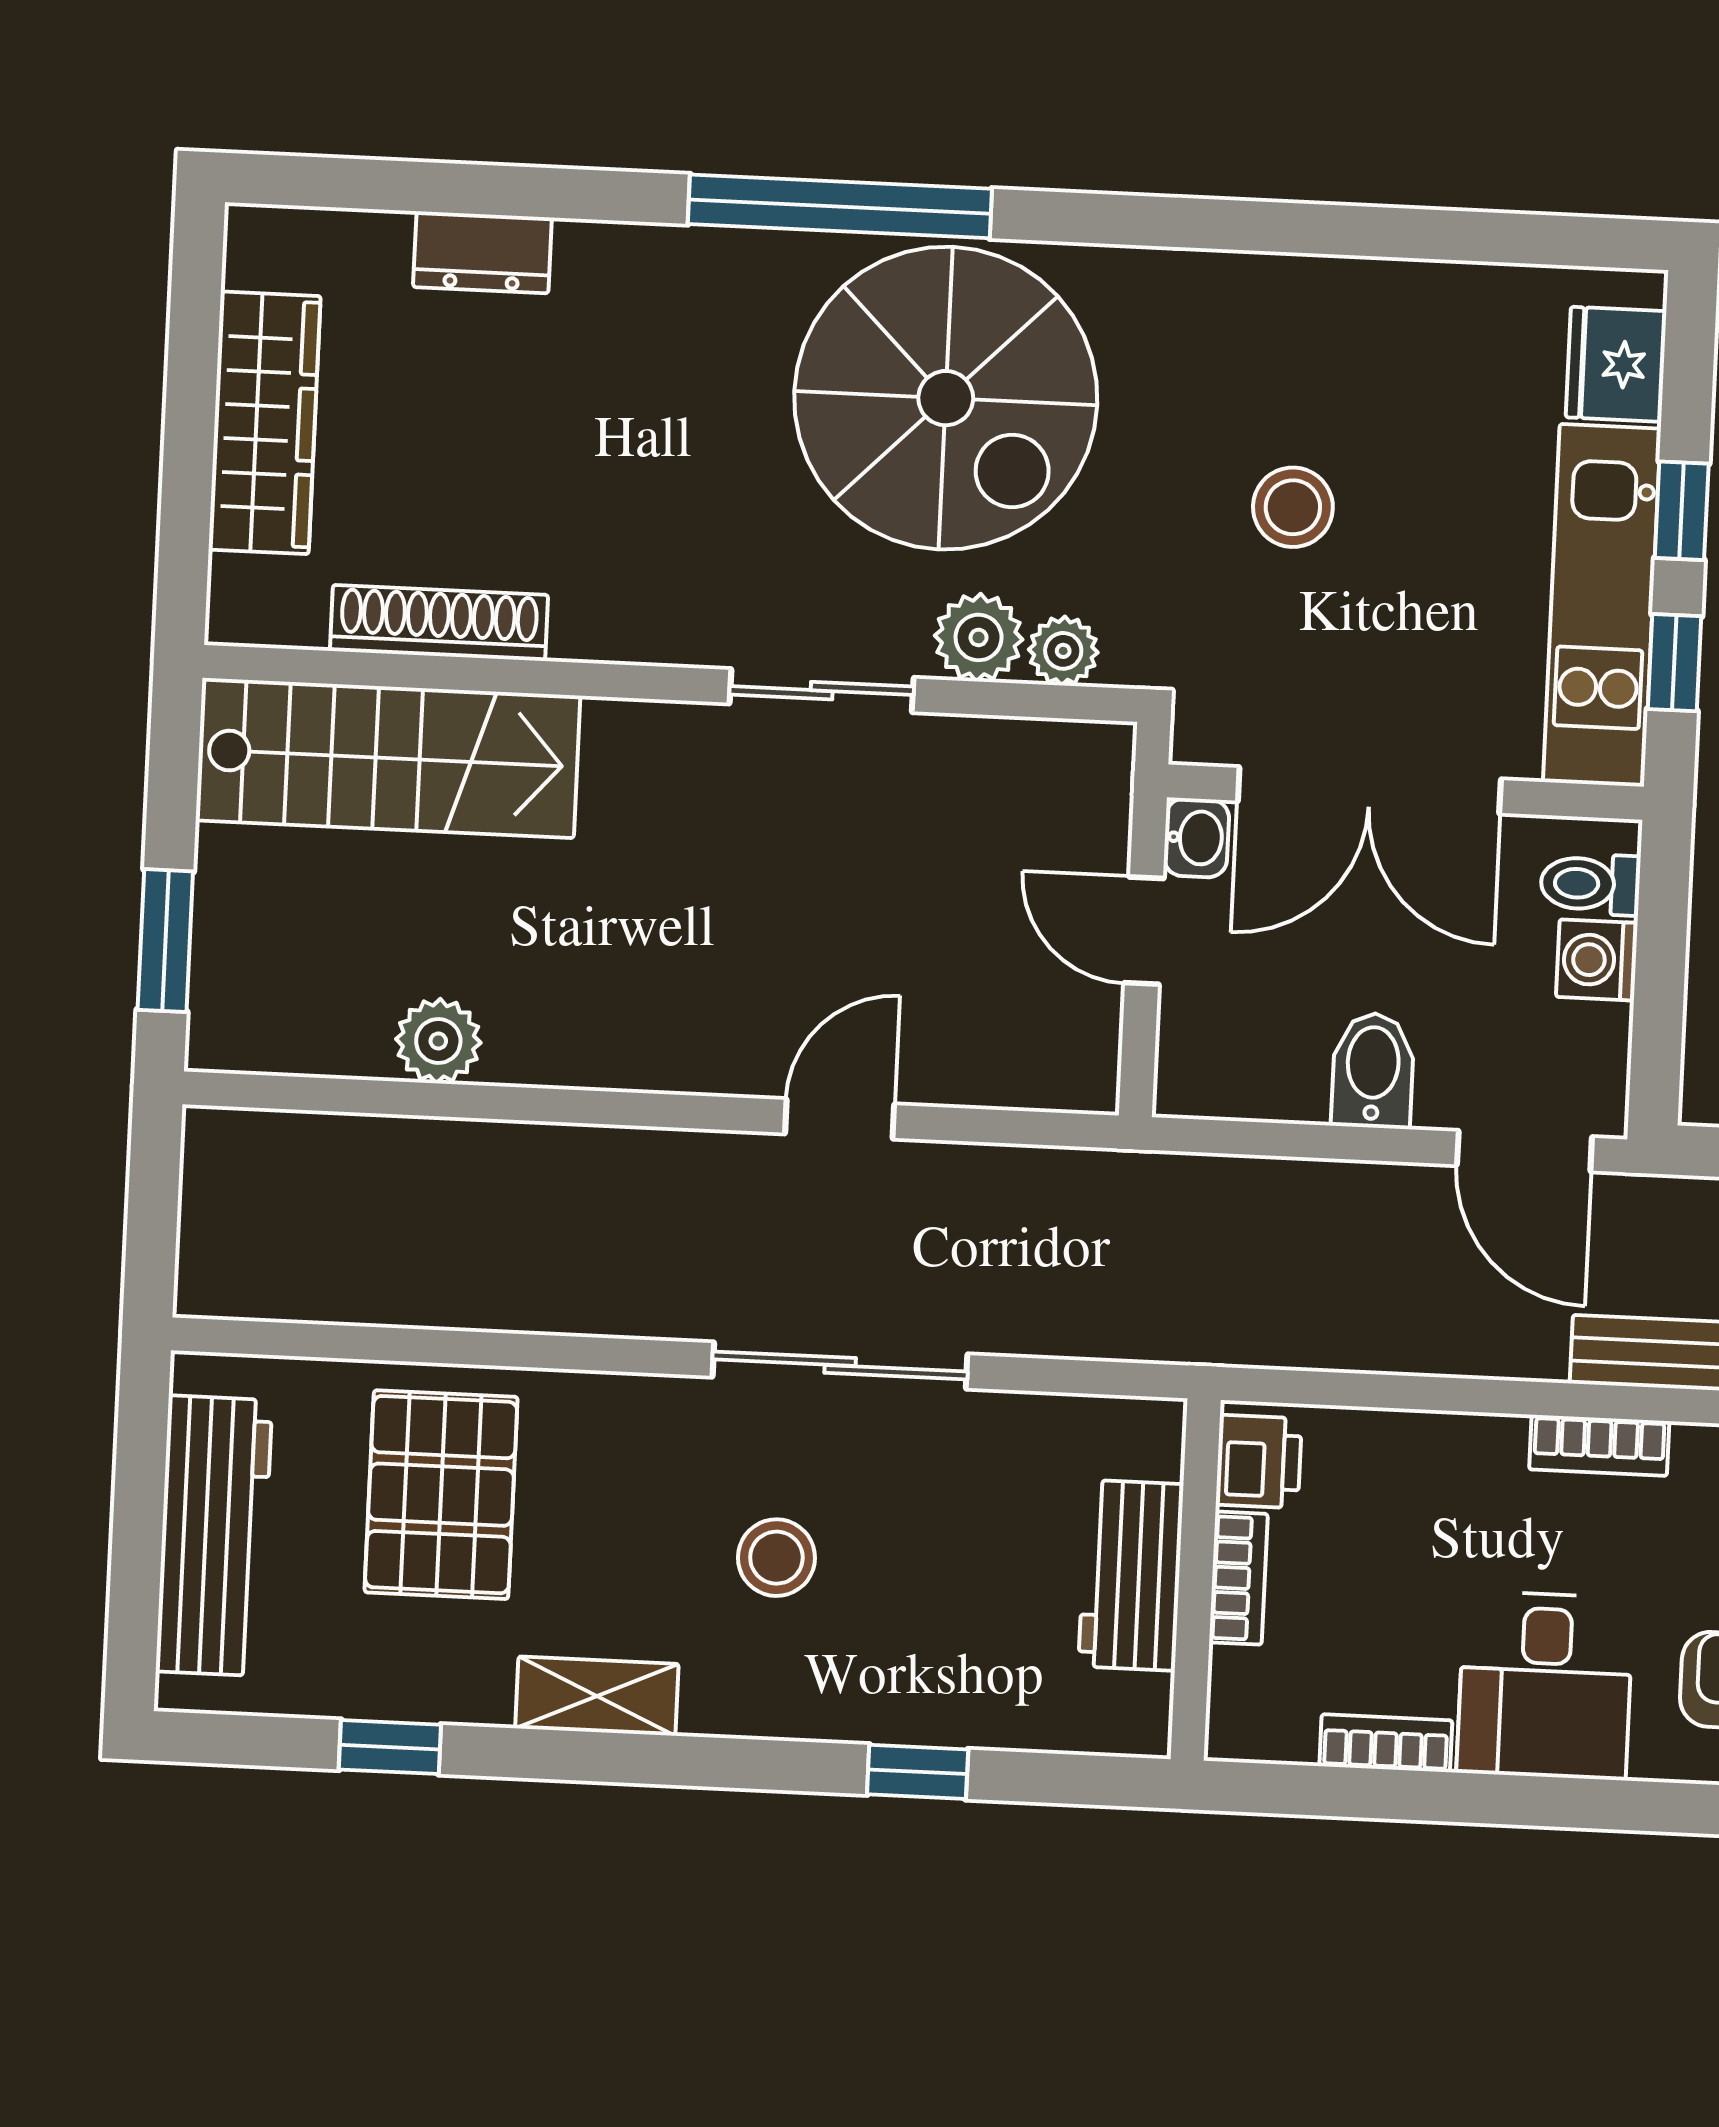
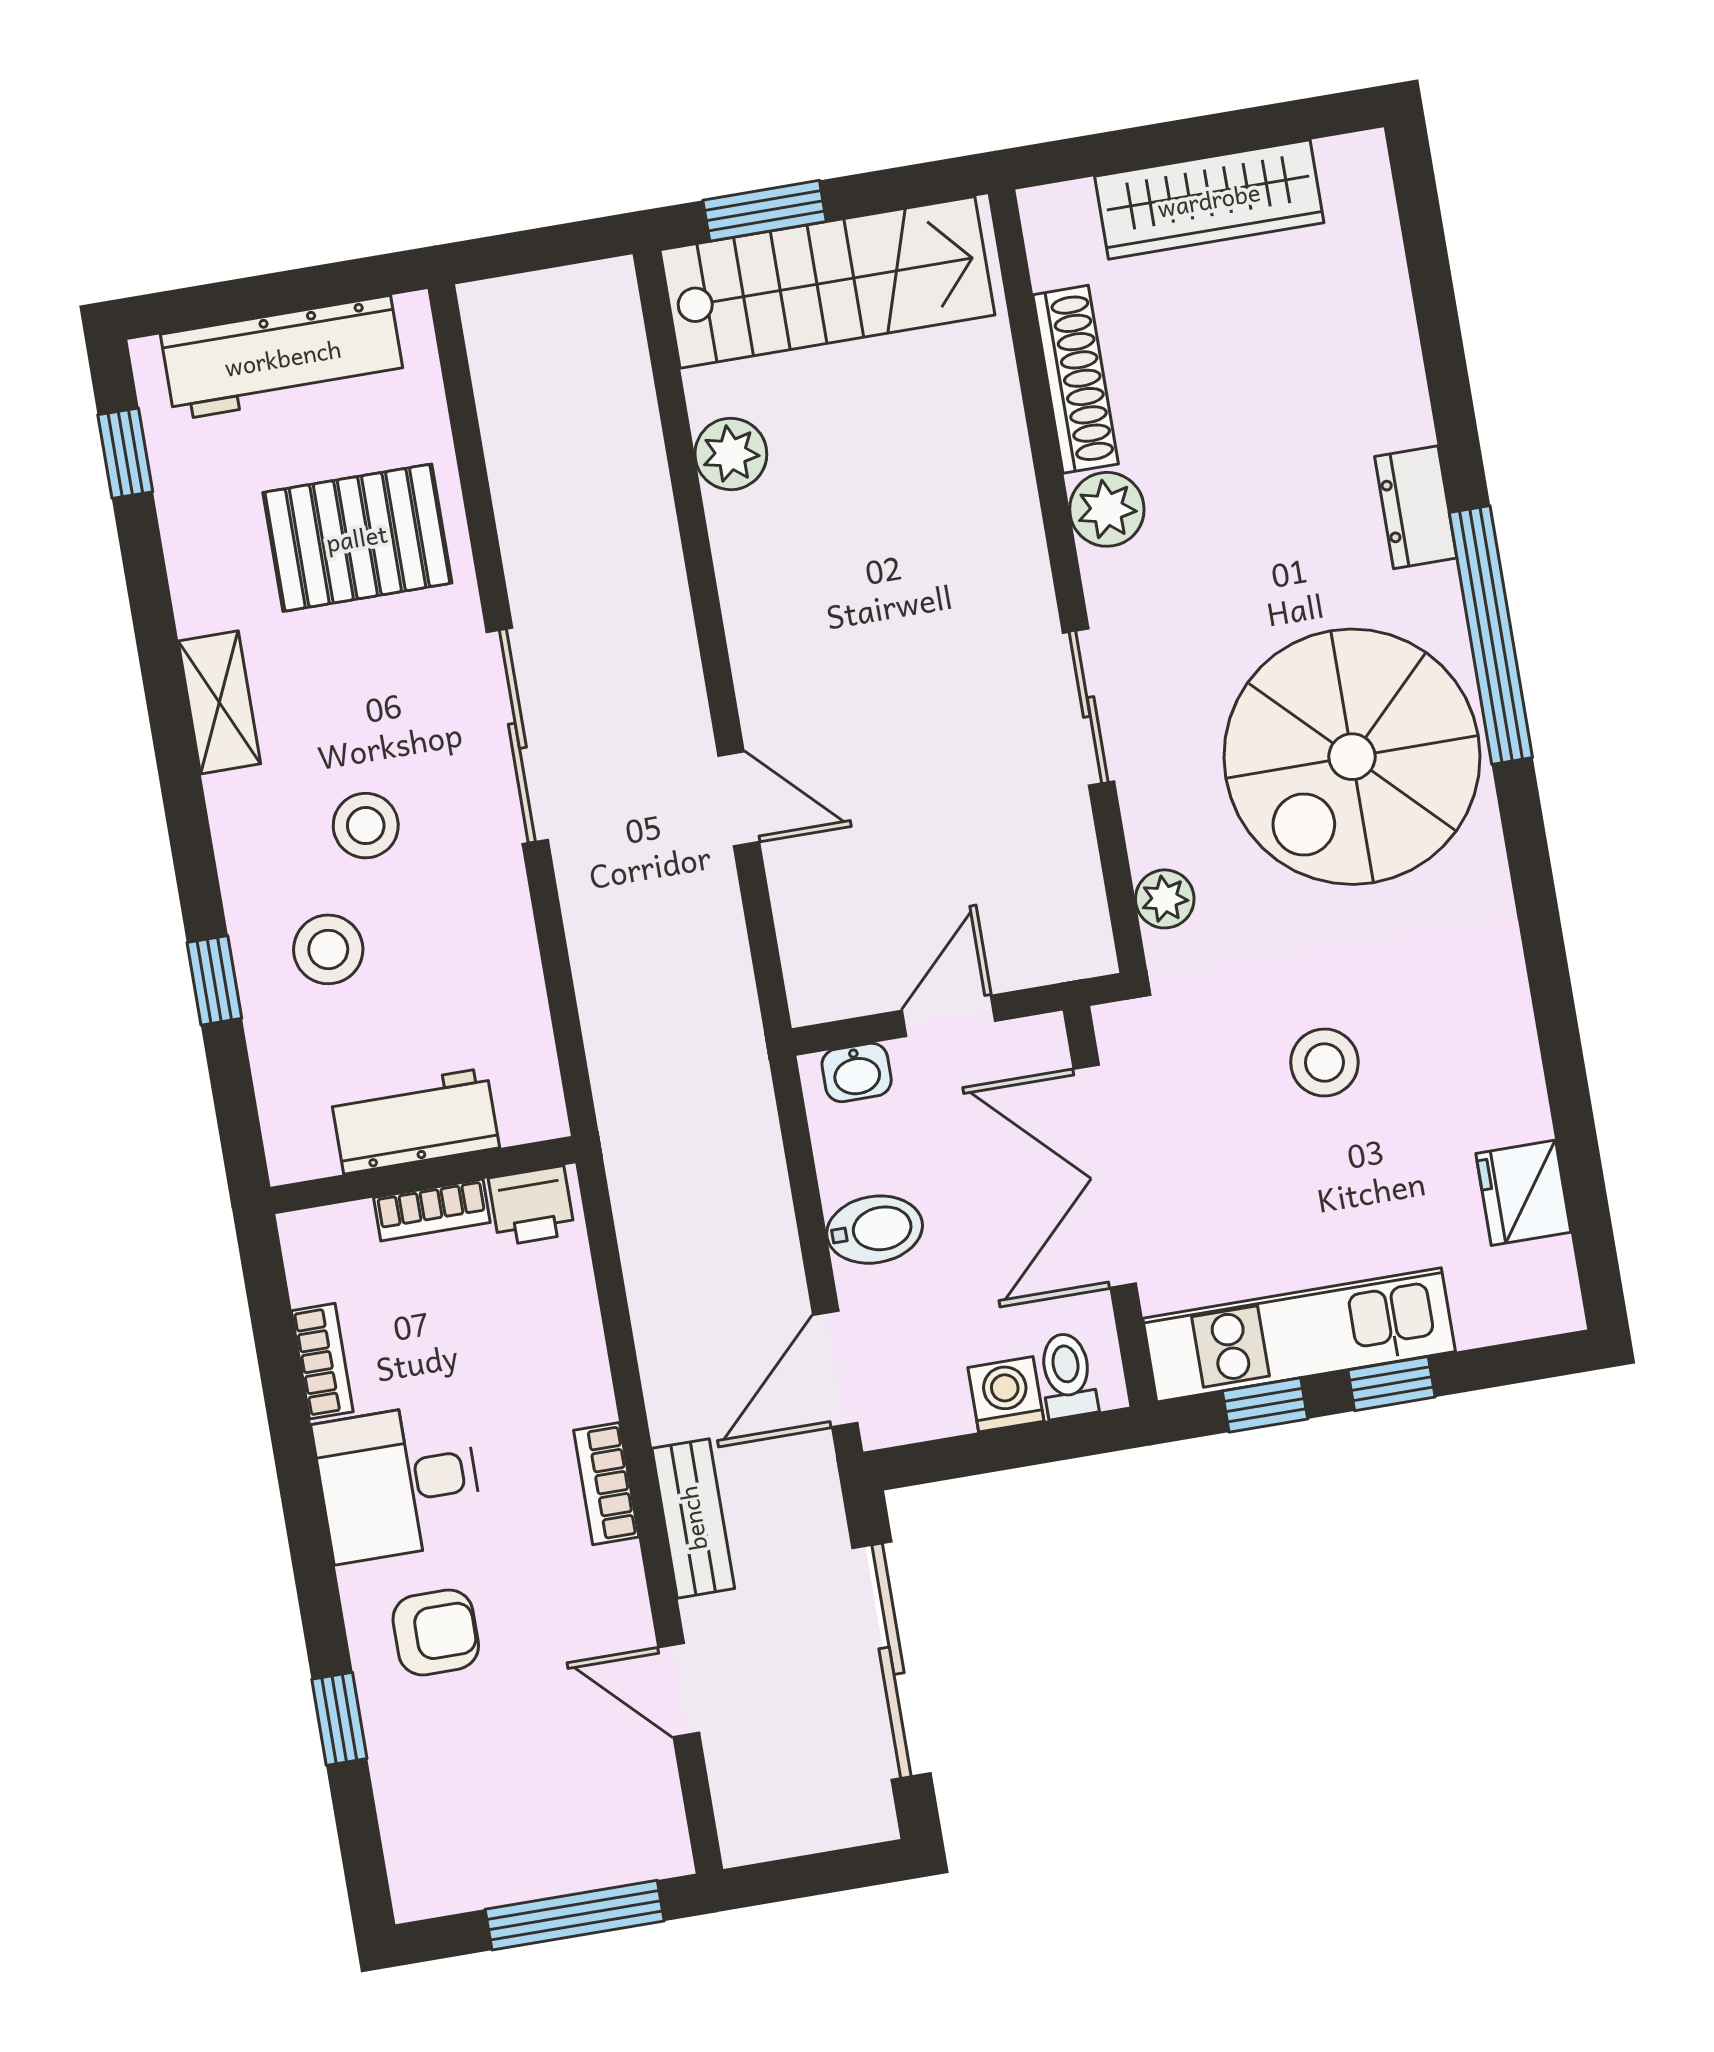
dresser: (482, 252) -> (1416, 507), moved
fridge: (1616, 364) -> (1523, 1193), moved, turned -90
plant: (979, 637) -> (1107, 509), moved
stairs: (388, 758) -> (827, 282), moved, turned -90
washbasin: (1196, 838) -> (857, 1072), moved
sliding door: (840, 1365) -> (517, 736), moved
stool: (910, 1632) -> (328, 949), added
window: (390, 1747) -> (125, 453), moved

